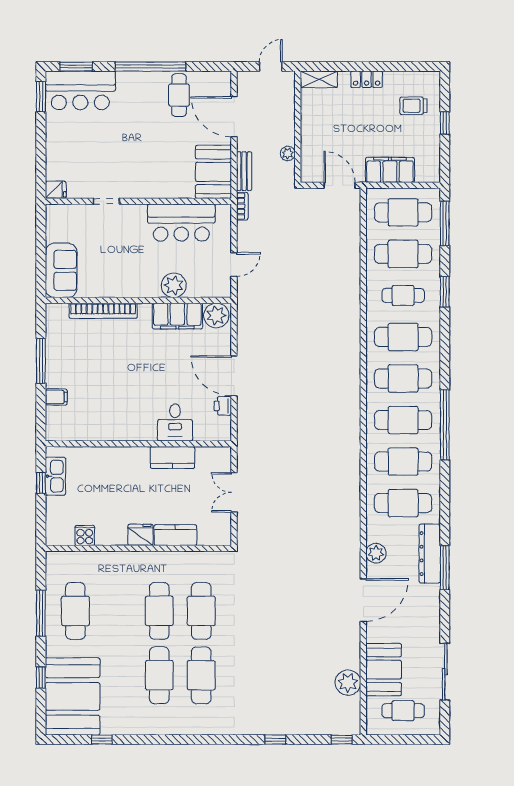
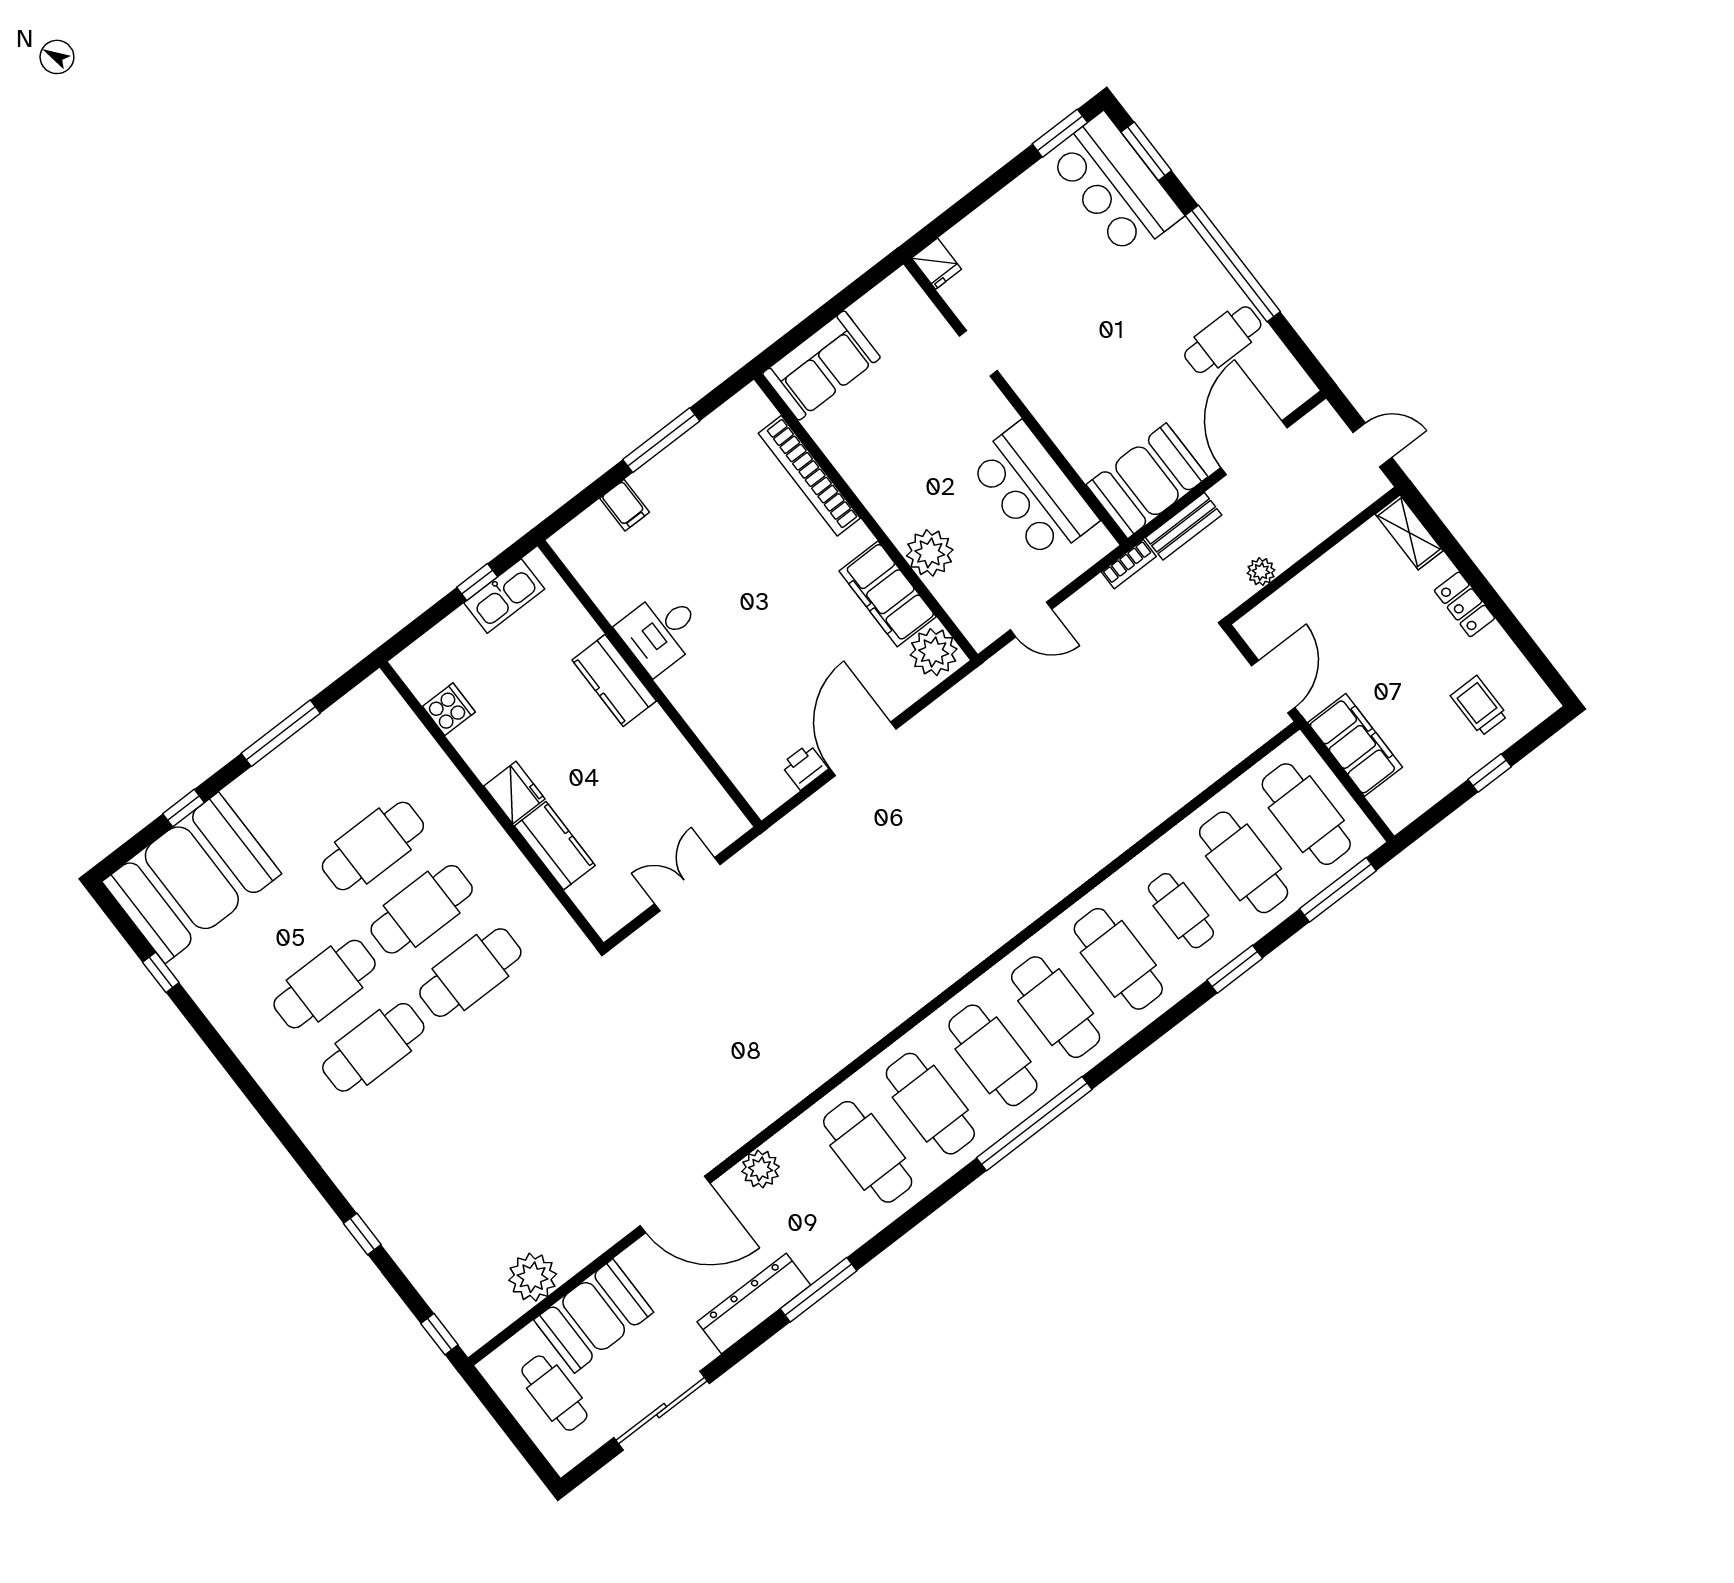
desk: (175, 422) -> (661, 632), moved
kitchen counter: (172, 458) -> (614, 680), moved
dresser: (430, 554) -> (754, 1304), moved
cafe table: (75, 611) -> (373, 846), moved

